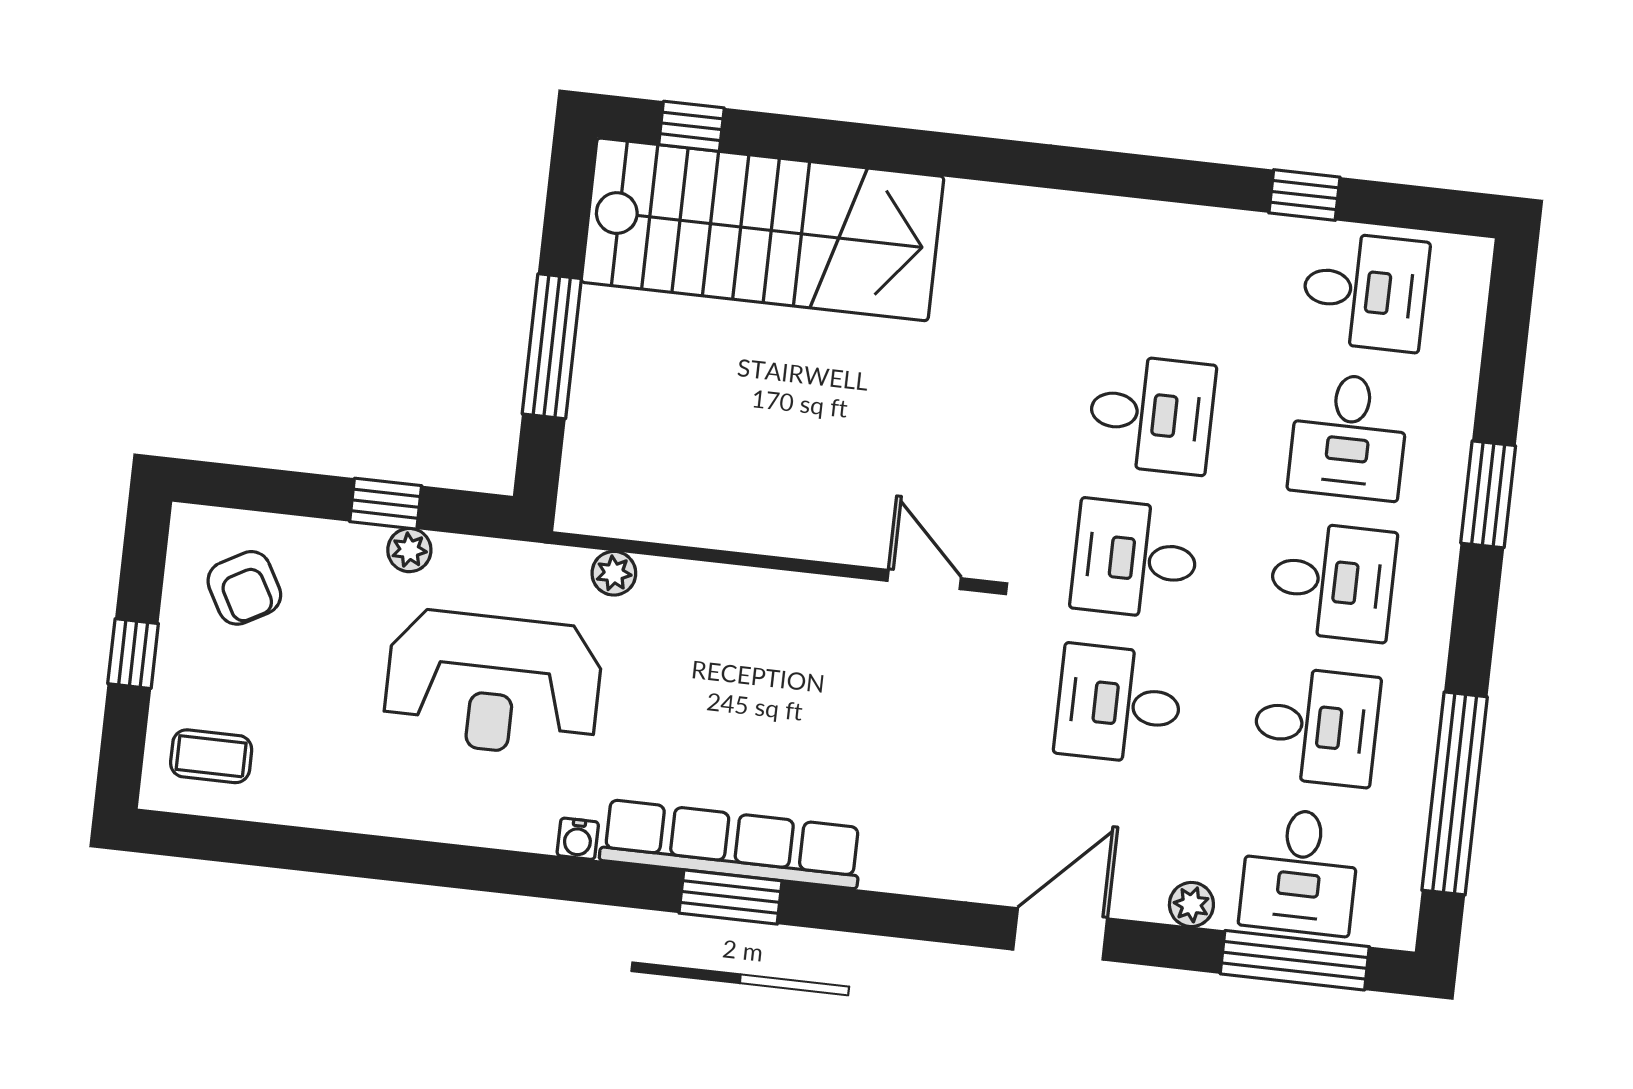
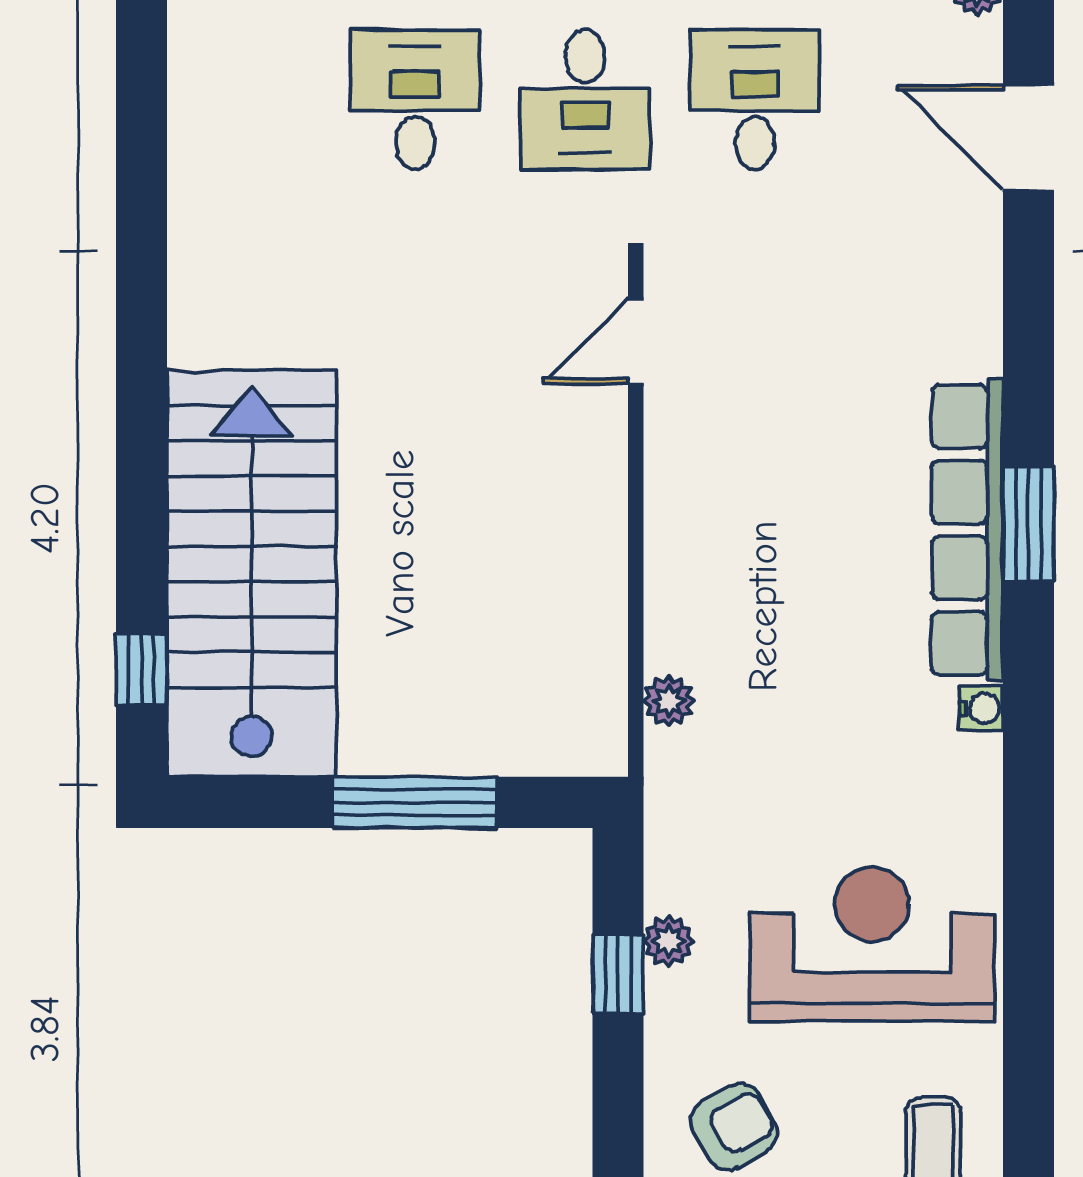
reception desk: (493, 683) -> (872, 944), moved, turned -90
desk: (1119, 704) -> (755, 100), turned 180

